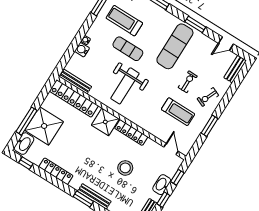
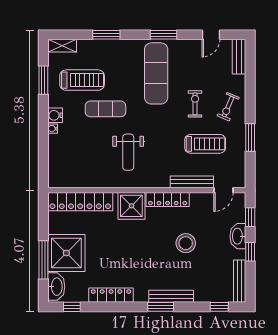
treadmill: (124, 21) -> (82, 80), turned 180
water cooler: (82, 50) -> (55, 115), moved
bench: (75, 82) -> (192, 182), moved
weight bench: (125, 86) -> (128, 152), width x0.73, depth x0.75
door: (171, 149) -> (224, 190), swing flipped

